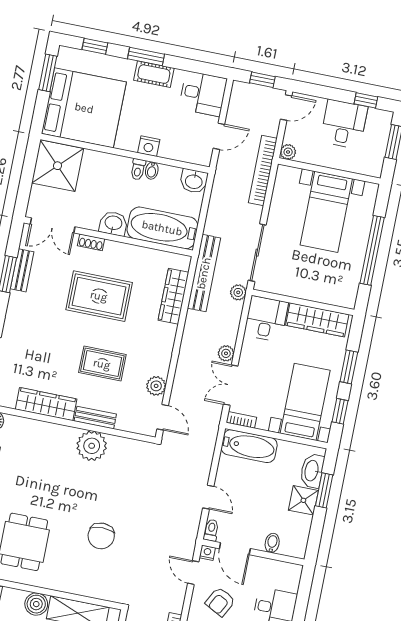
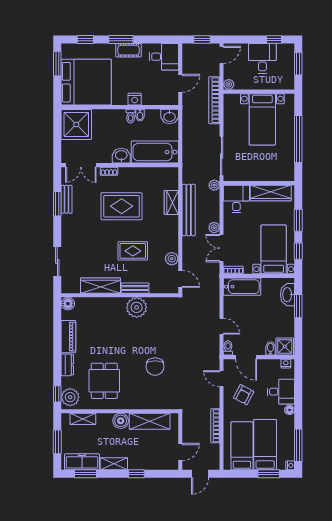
bench: (204, 273) -> (189, 210), moved
wardrobe: (173, 296) -> (171, 202), width x0.67
shower: (303, 500) -> (285, 346), moved
nightstand: (207, 553) -> (286, 364), moved

